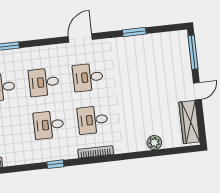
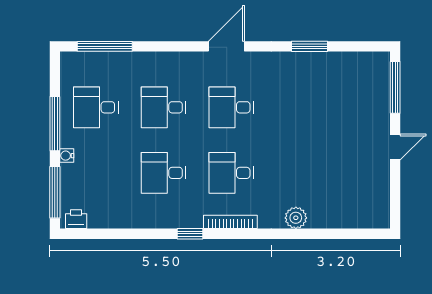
wardrobe: (189, 122) -> (378, 193), removed
plant: (154, 143) -> (296, 218), moved
window: (55, 164) -> (190, 234), moved

